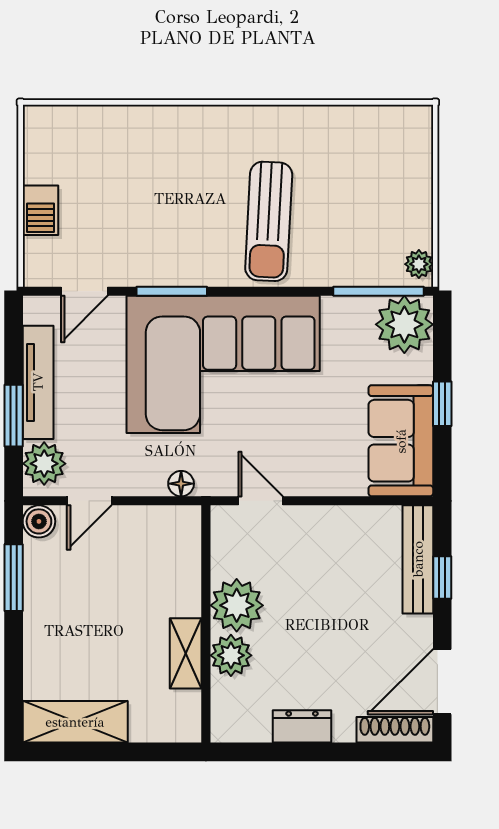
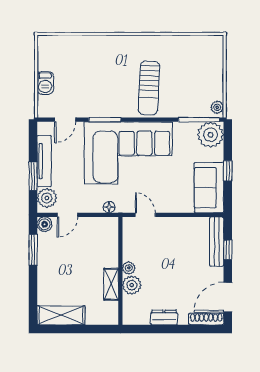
plant: (237, 605) -> (129, 268), width x0.53, depth x0.53

